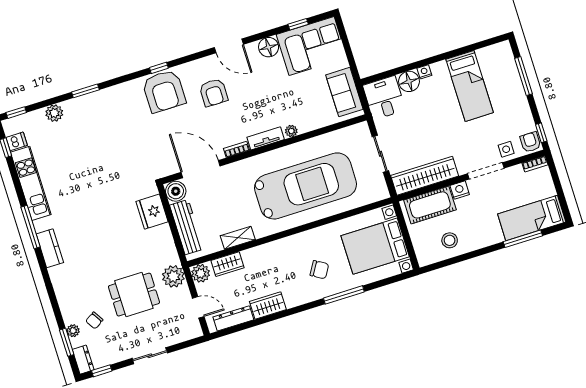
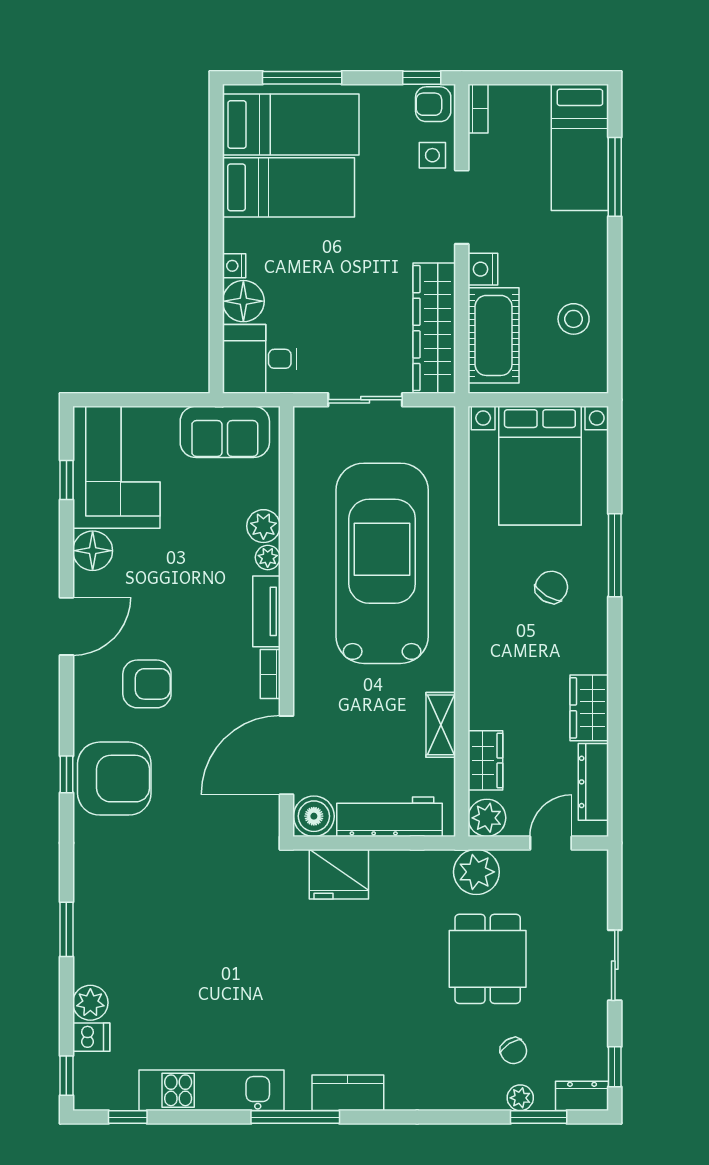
bed: (500, 78) -> (291, 125), added
plant: (306, 124) -> (263, 526), added
dishwasher: (17, 141) -> (91, 1037), moved, turned 90

